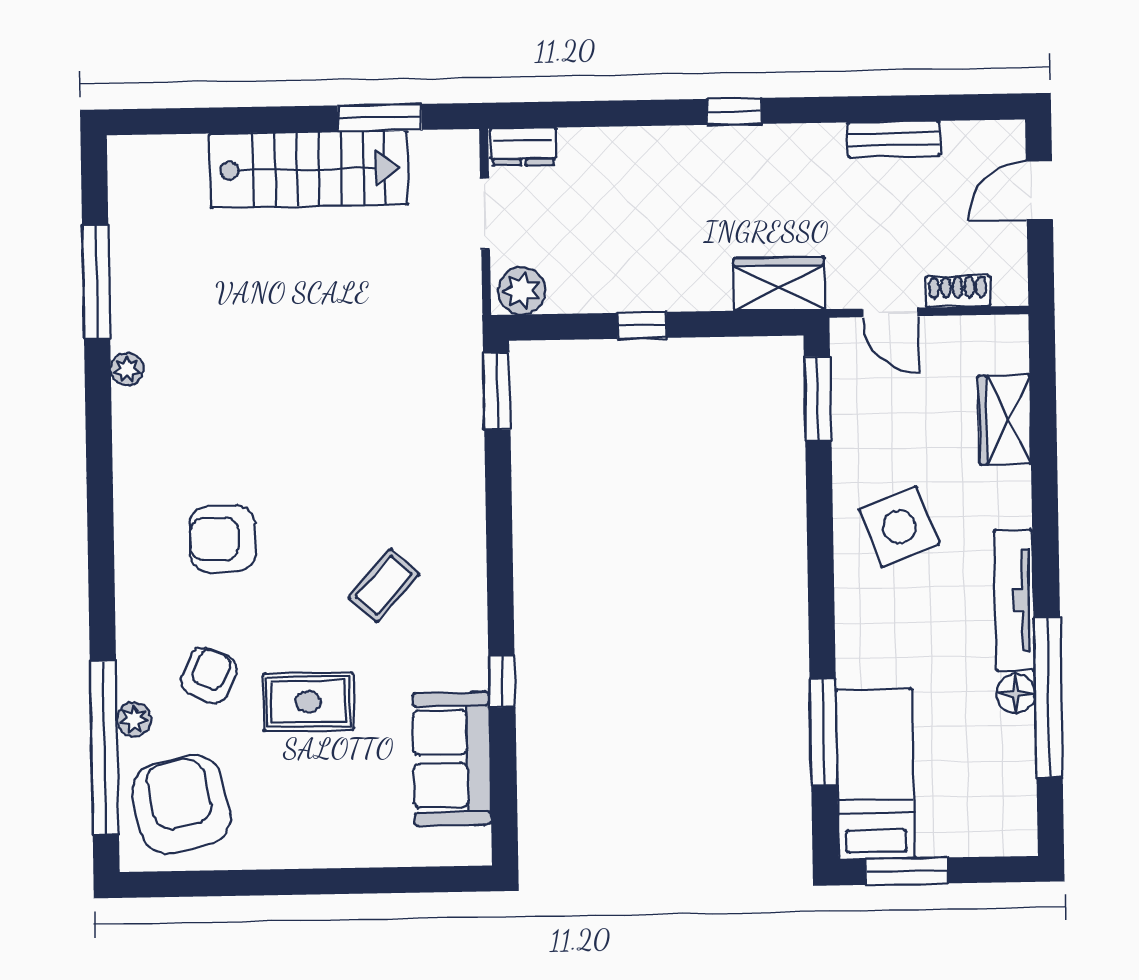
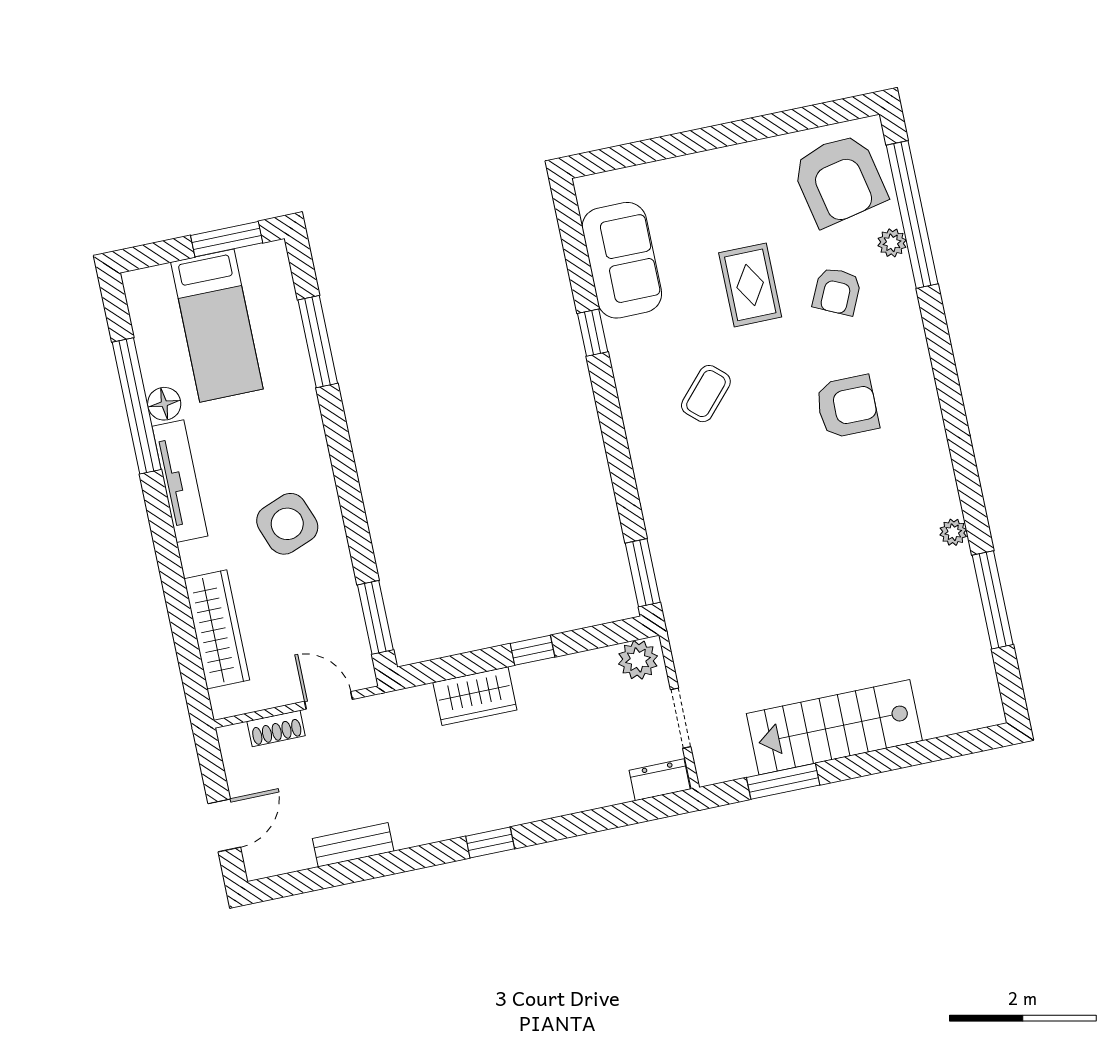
wardrobe: (779, 284) -> (475, 696), moved
wardrobe: (1005, 420) -> (217, 629), width x1.50
rug: (308, 702) -> (750, 285), turned 90
bed: (875, 774) -> (217, 326), moved

